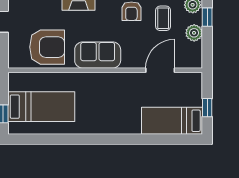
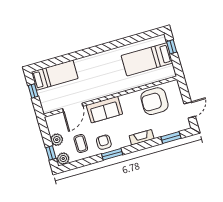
sofa: (98, 55) -> (104, 110), moved

